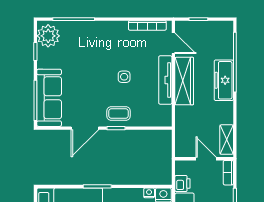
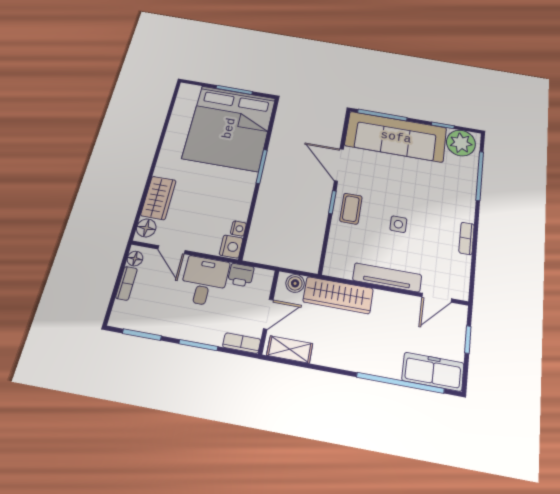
bookcase: (147, 25) -> (467, 238), moved, width x0.64
freezer: (224, 80) -> (433, 372), moved
wardrobe: (184, 81) -> (338, 295), moved
sofa: (49, 98) -> (396, 137), width x1.36, depth x1.27
boiler: (181, 144) -> (295, 283), added

